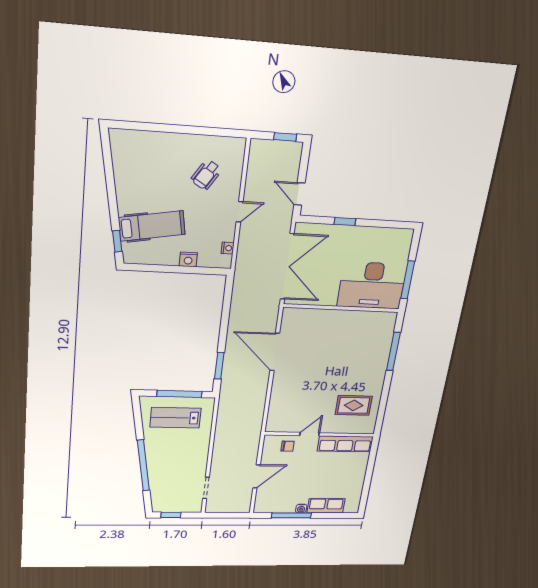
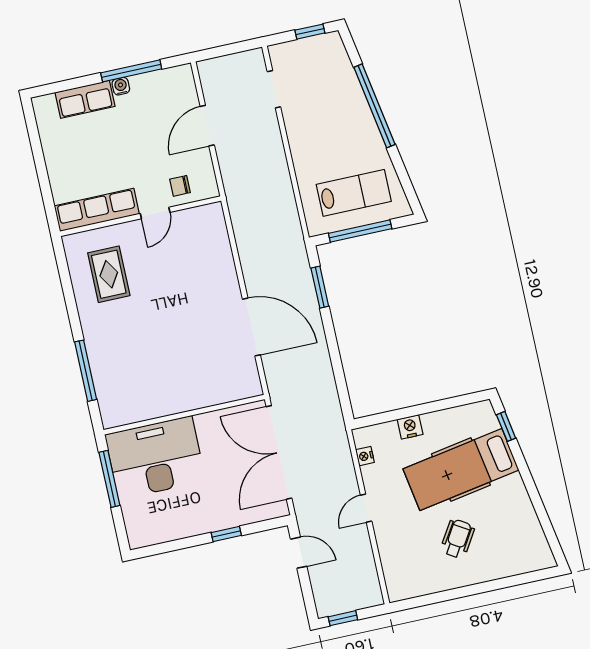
wheelchair: (206, 175) -> (457, 539), moved
hospital bed: (152, 226) -> (461, 470), width x1.37, depth x1.29
rug: (354, 405) -> (109, 274), turned 90

